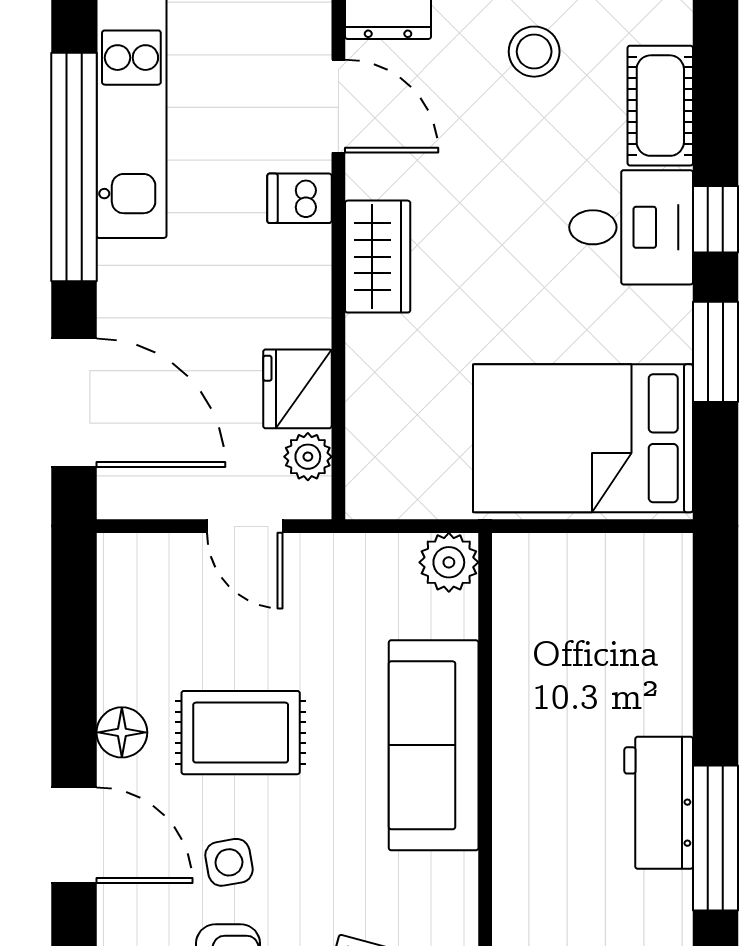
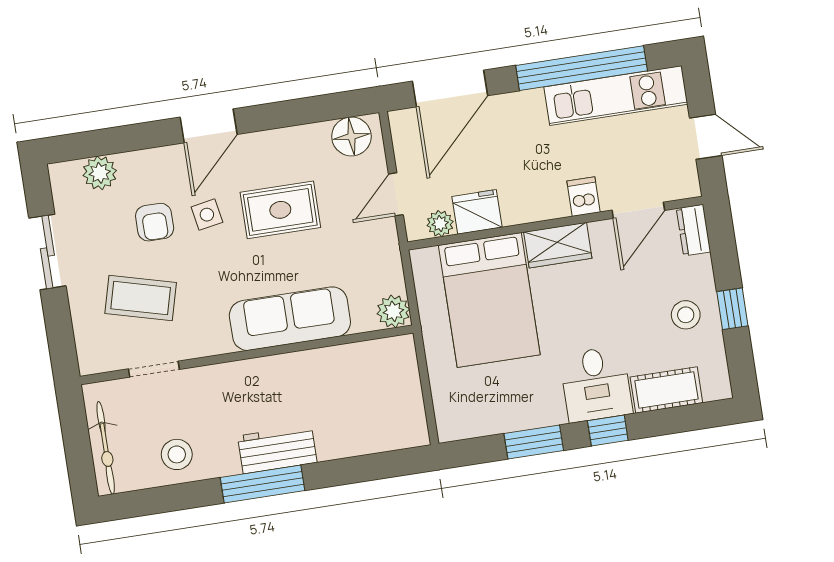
bed: (583, 438) -> (489, 300), moved, turned 180
floor lamp: (122, 732) -> (351, 136), moved, width x1.38, depth x1.38
rug: (241, 733) -> (280, 210), turned 90

